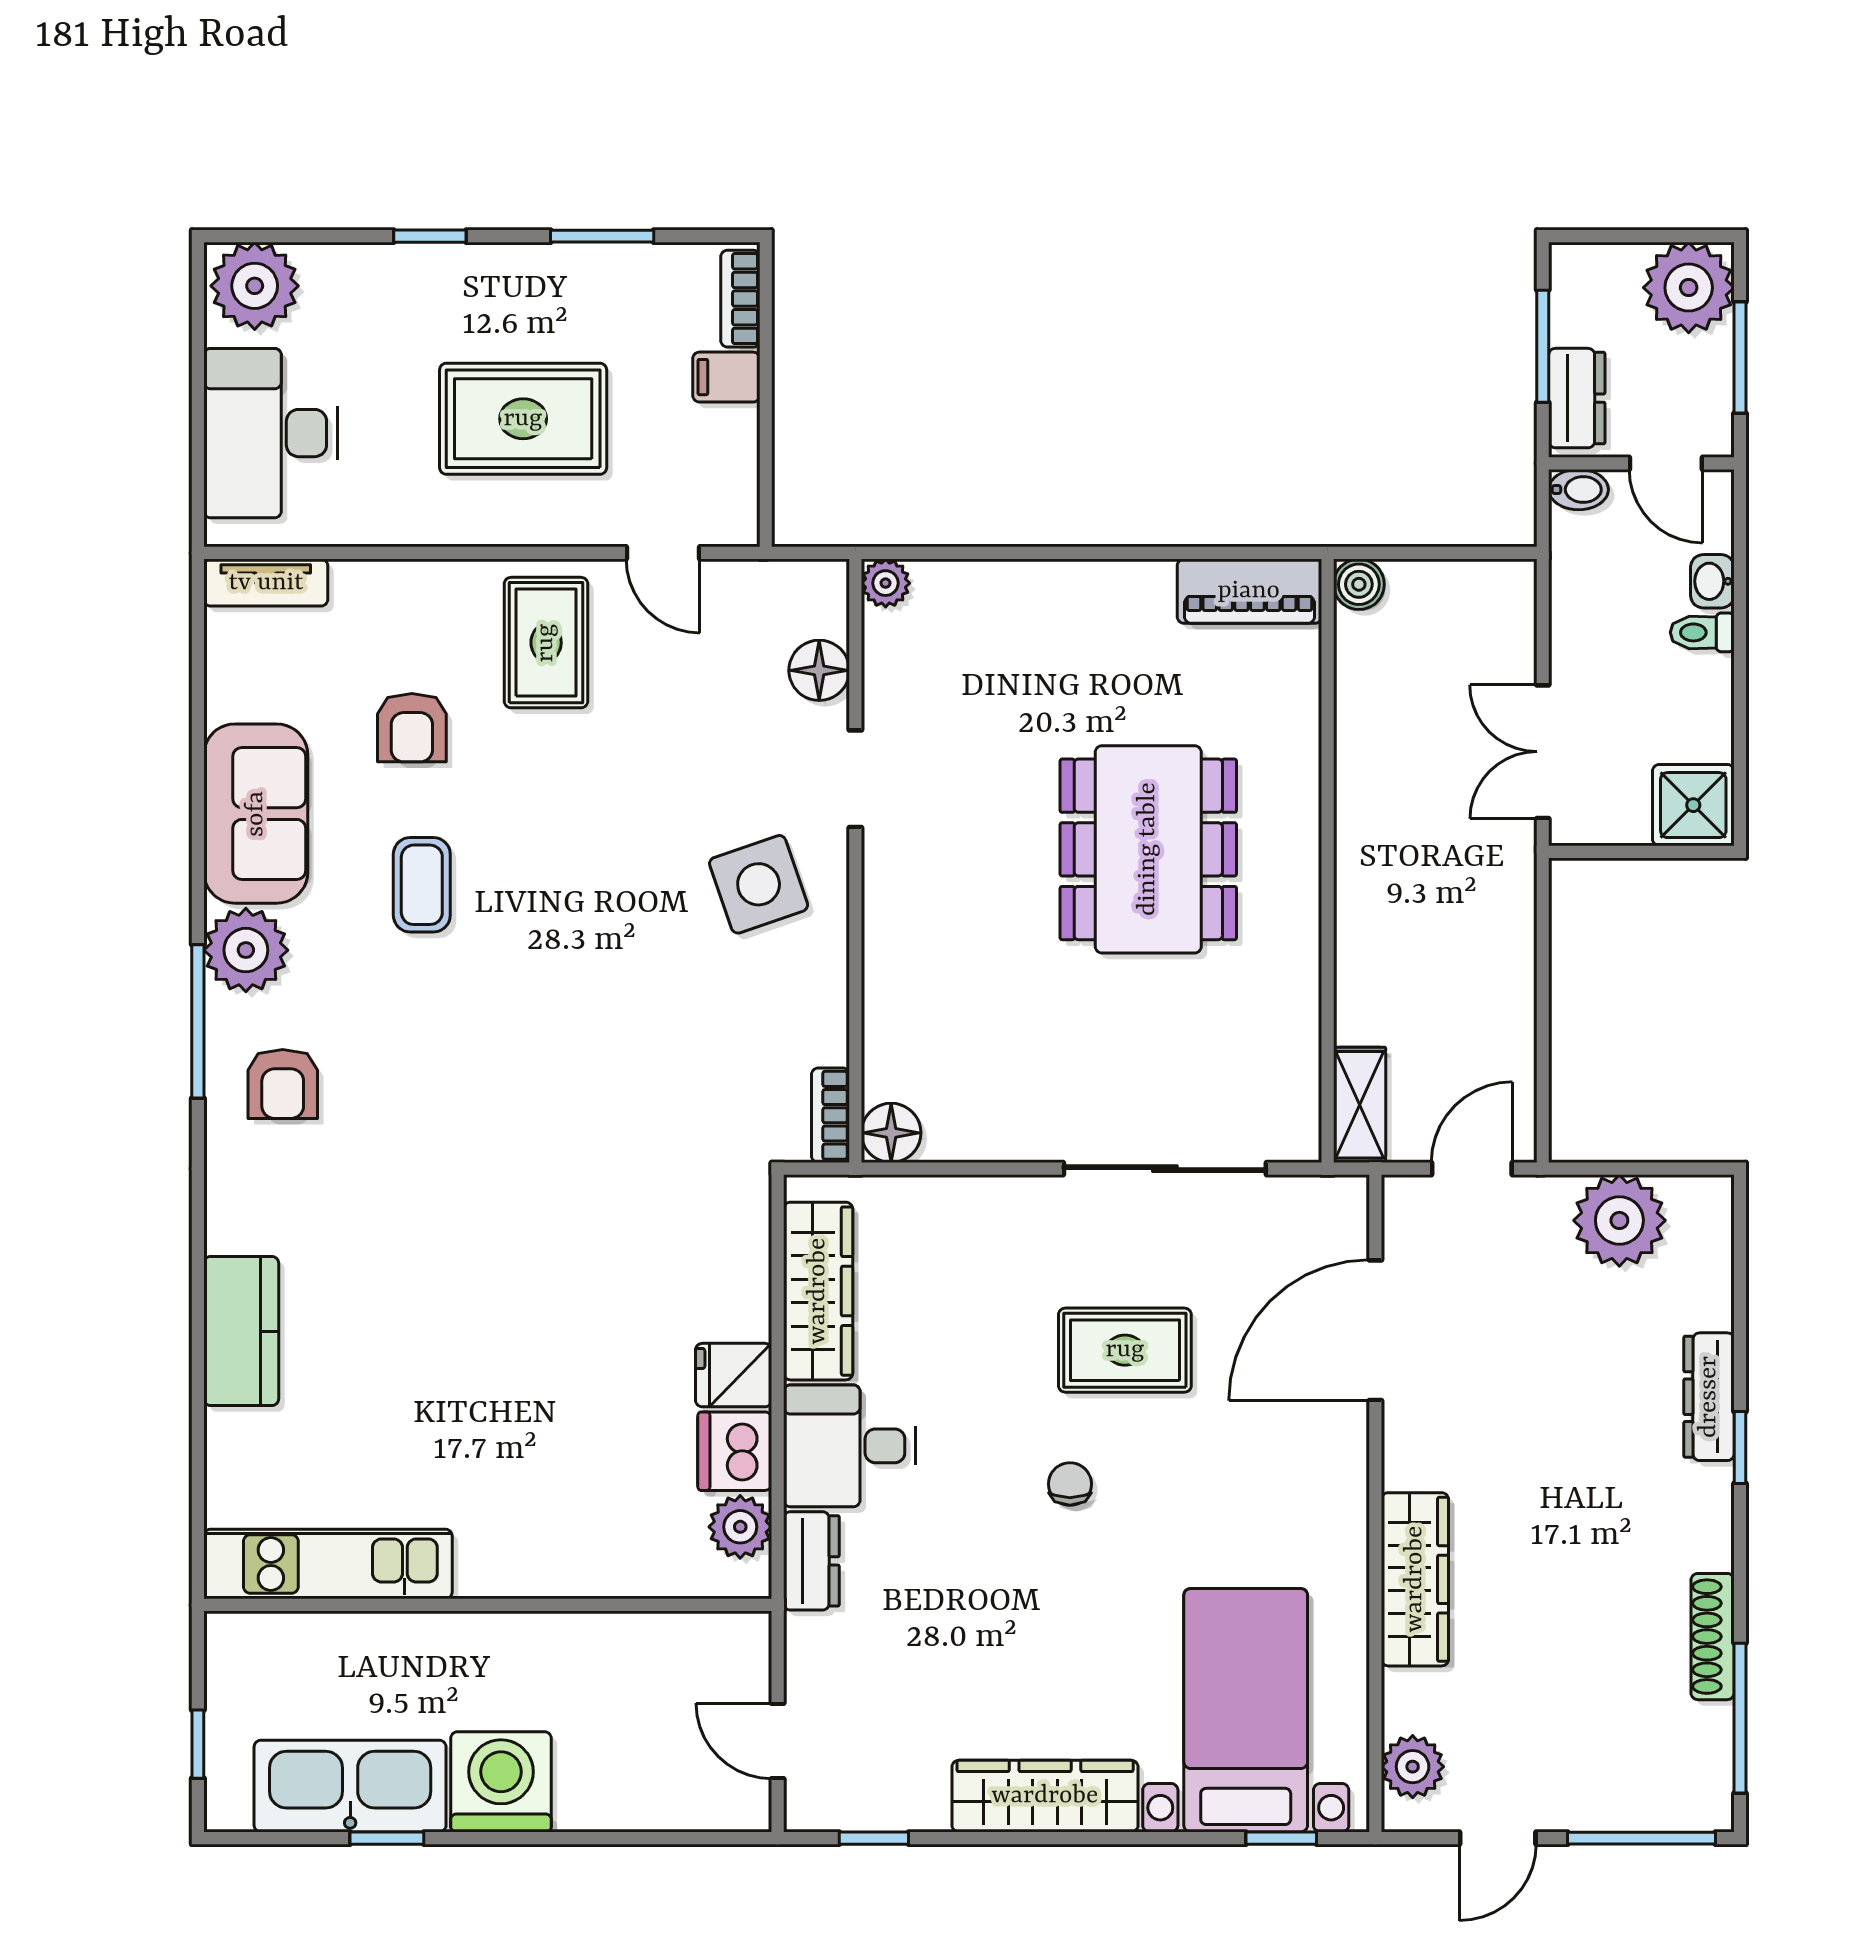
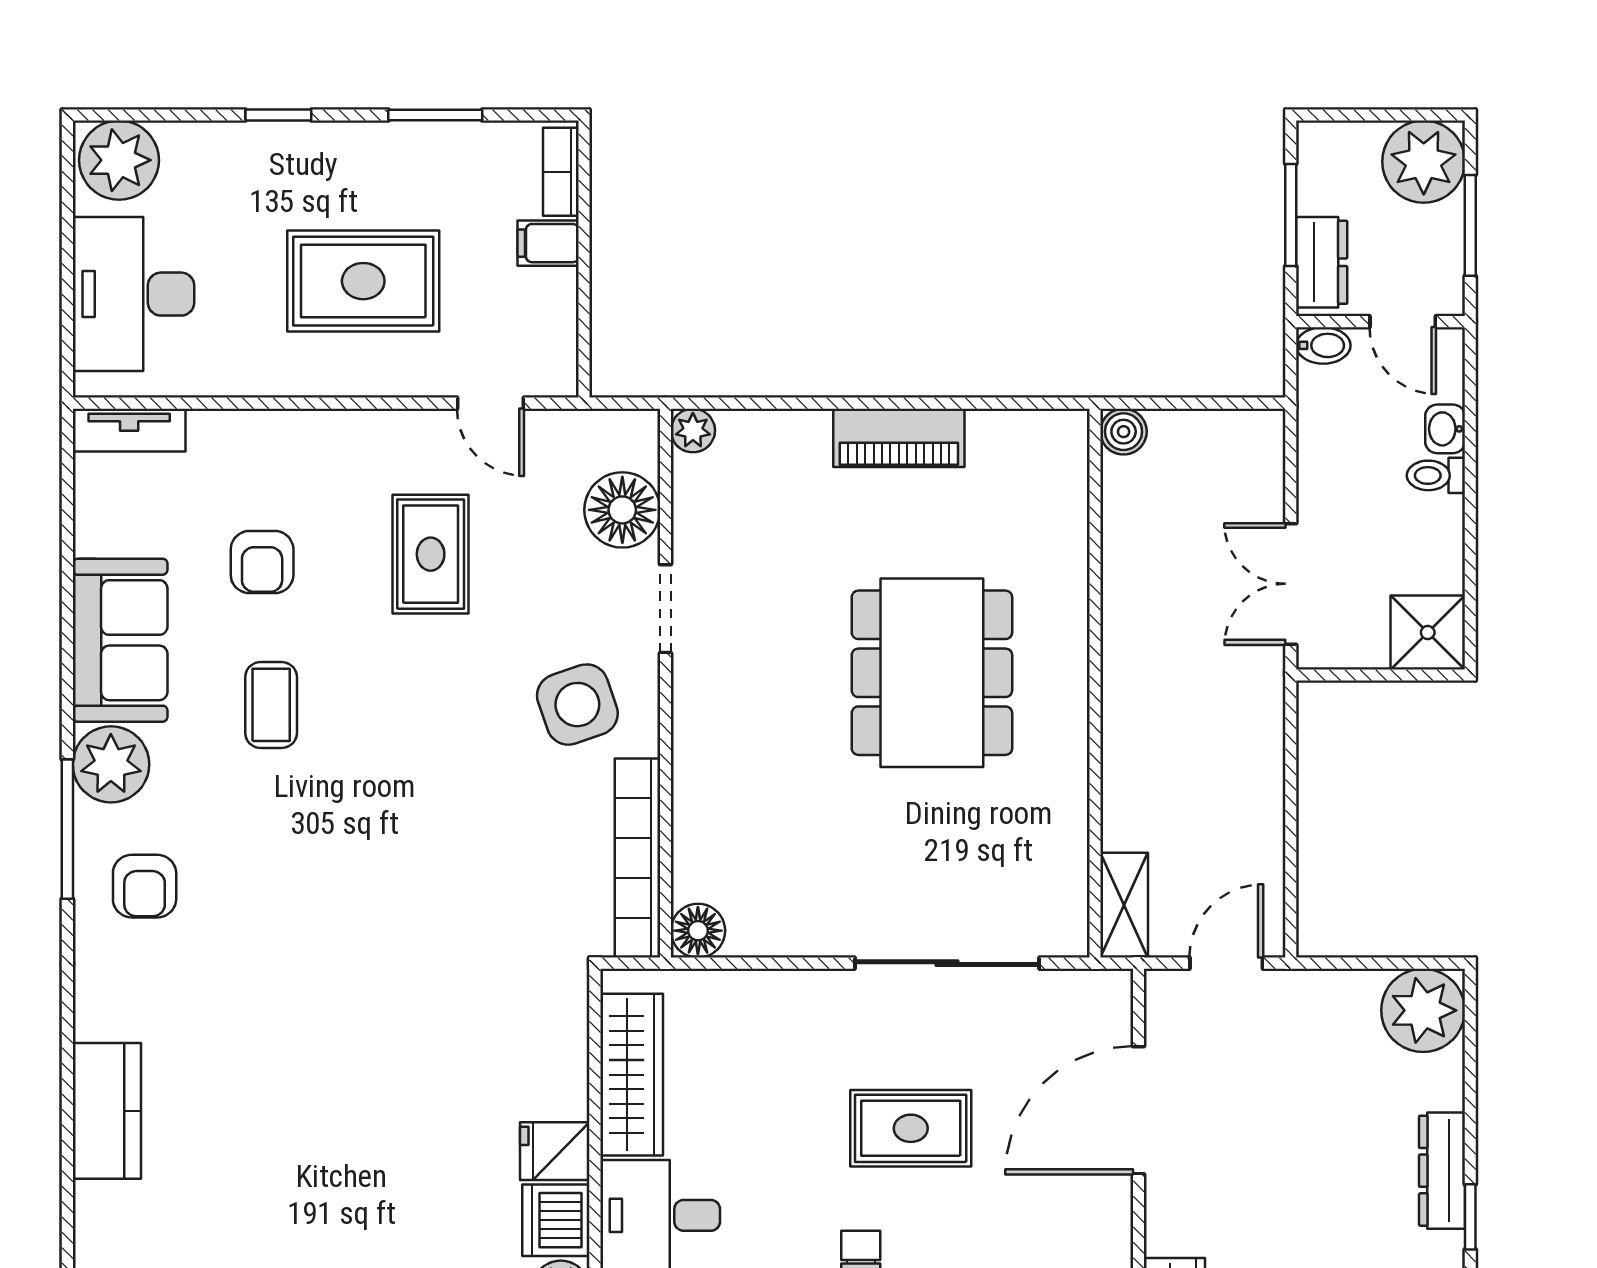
piano: (1249, 591) -> (899, 438), moved
rug: (546, 643) -> (431, 554), moved
floor lamp: (819, 670) -> (622, 510), width x1.38, depth x1.38
bookcase: (830, 1115) -> (637, 858), width x2.31, depth x1.31
plant: (1619, 1220) -> (1423, 1010), moved

